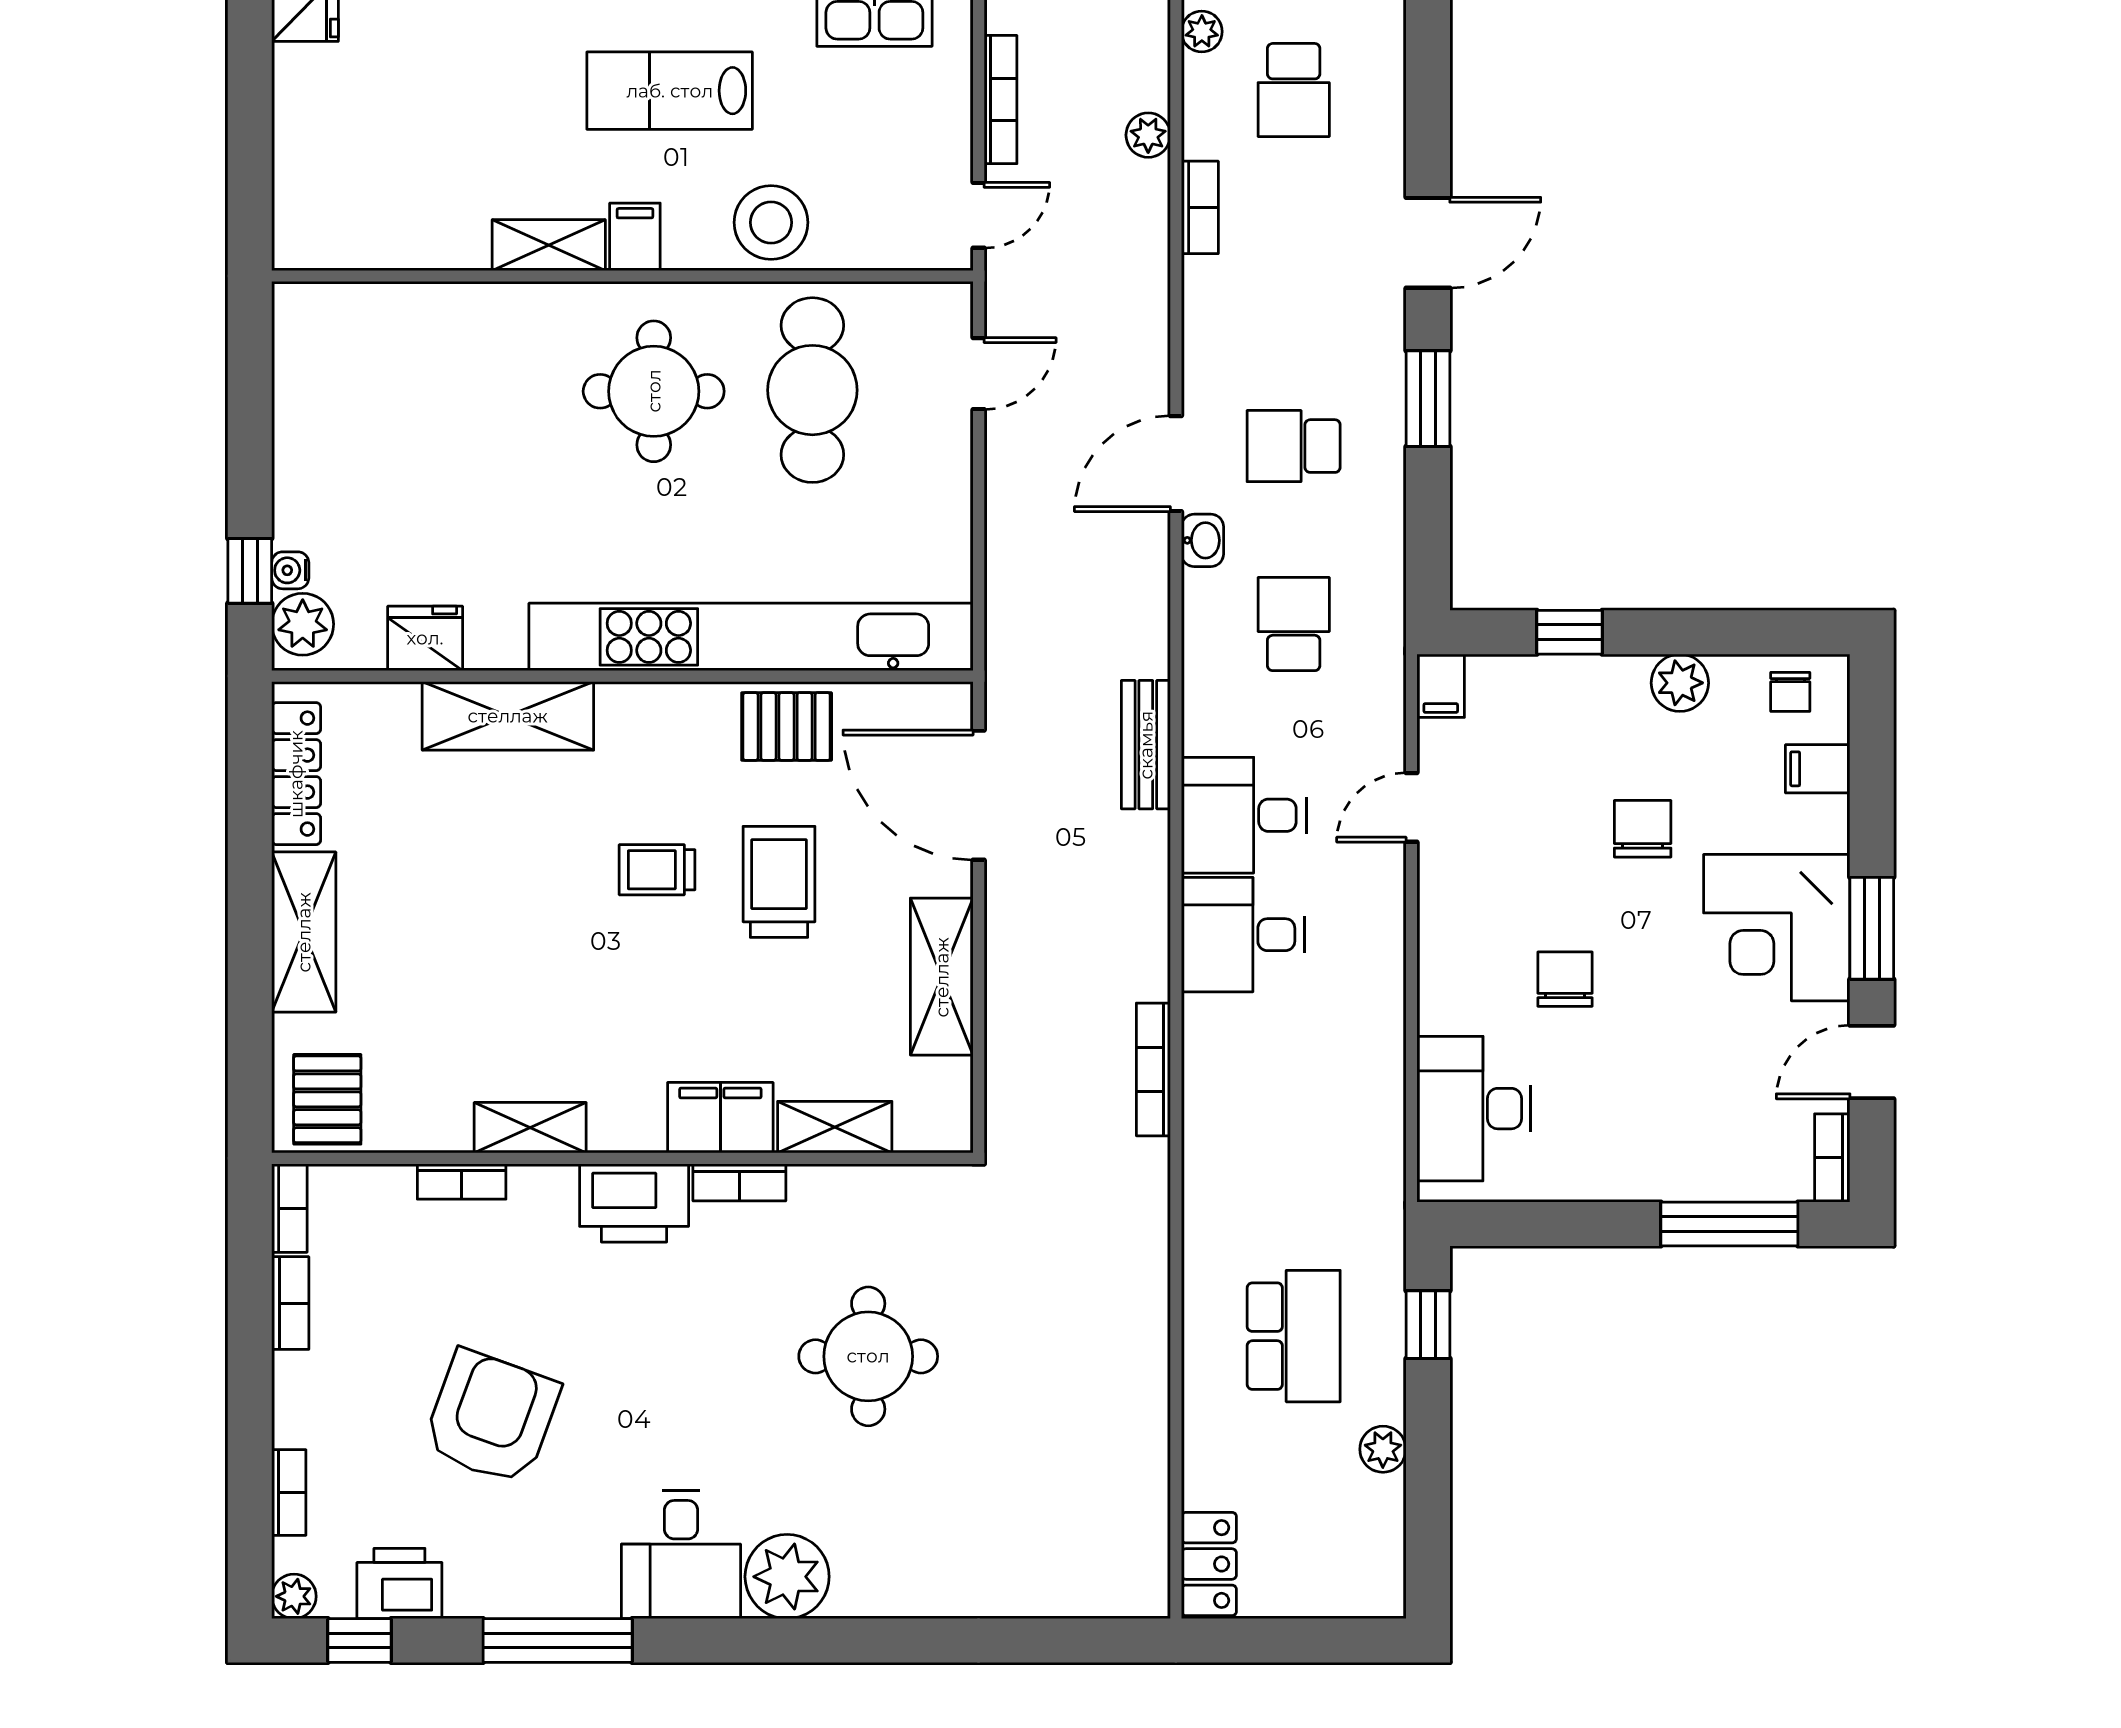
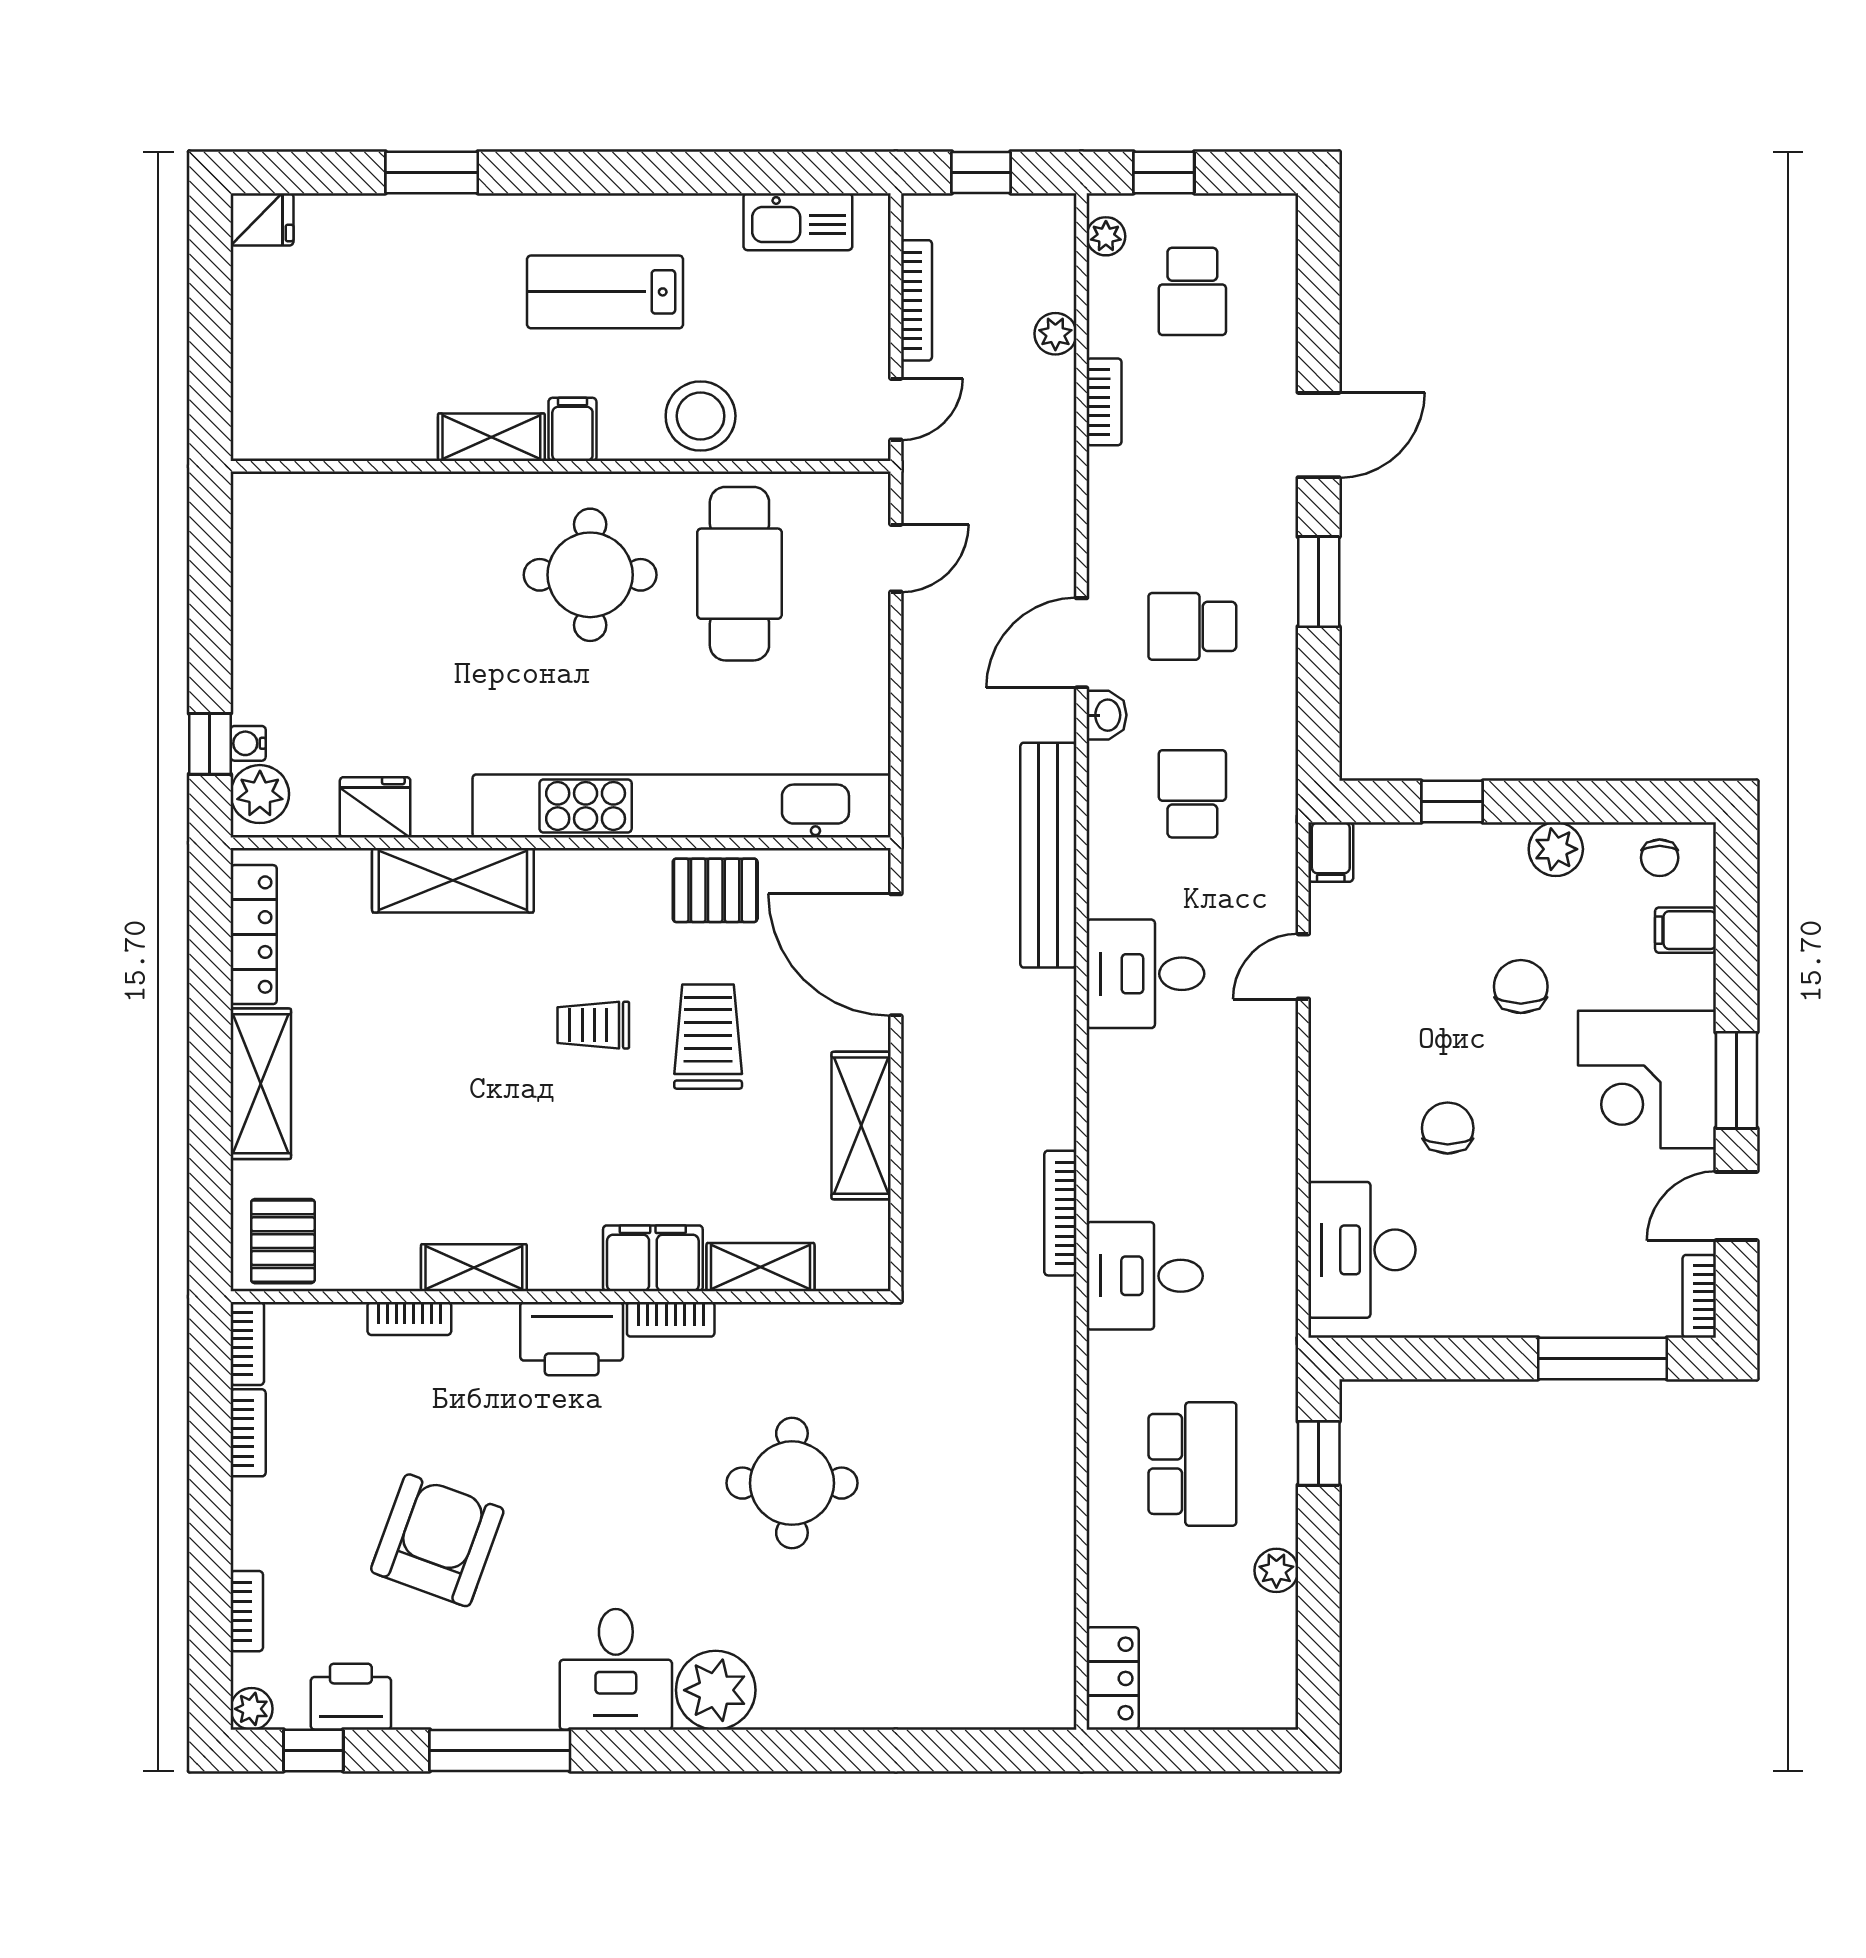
bench: (1146, 745) -> (1048, 855), width x1.86, depth x1.21
desk: (1243, 935) -> (1145, 1276), moved

